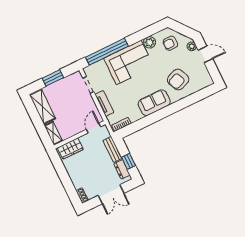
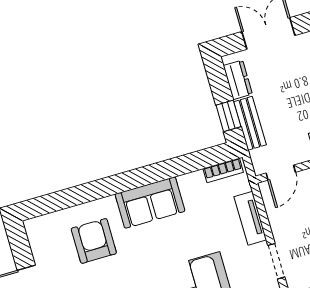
armchair: (178, 79) -> (94, 241), turned -67
window: (128, 161) -> (228, 116), moved

